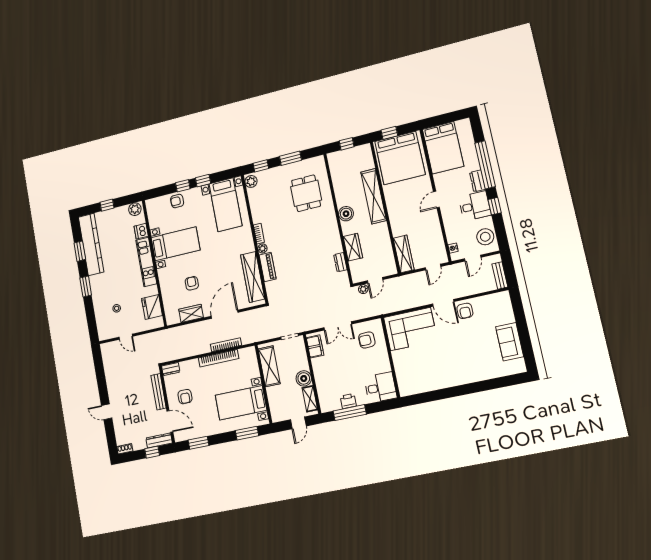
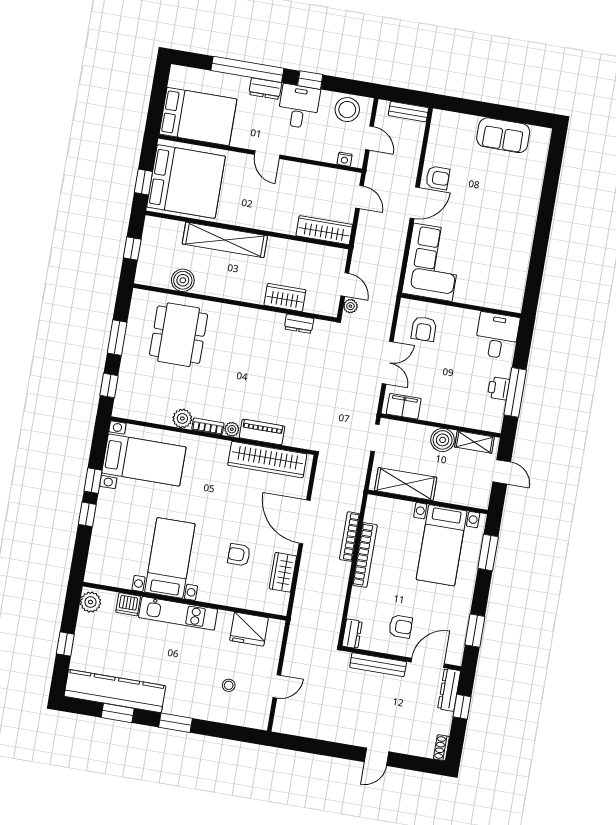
plant: (251, 181) -> (182, 418), moved
dining table: (306, 193) -> (179, 335), width x1.38
armchair: (177, 201) -> (106, 532), removed
boiler: (346, 214) -> (183, 280), moved

